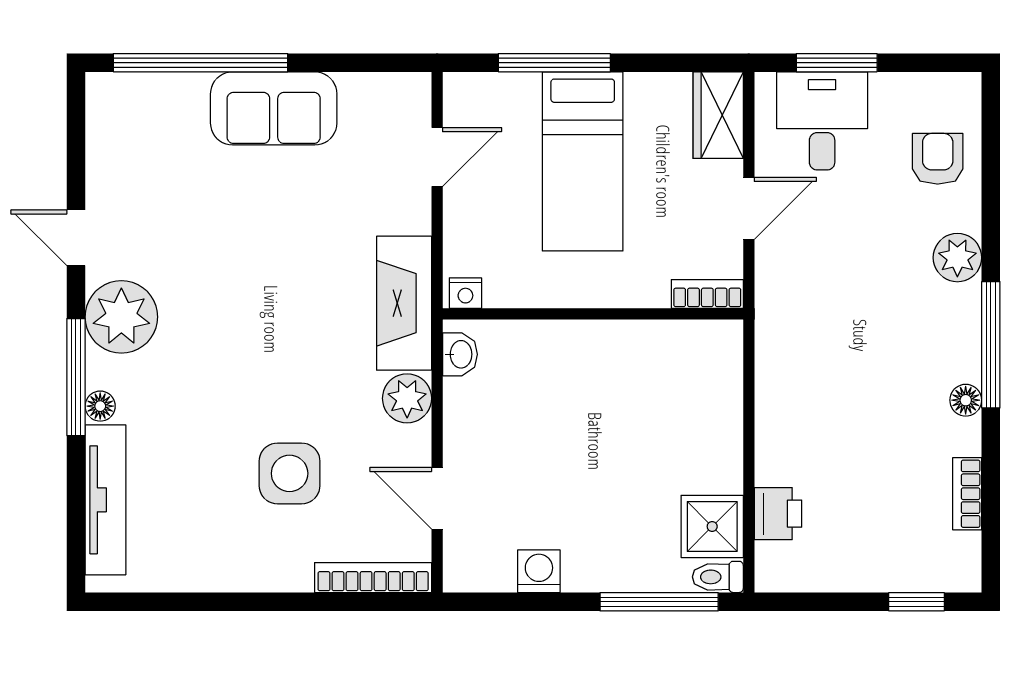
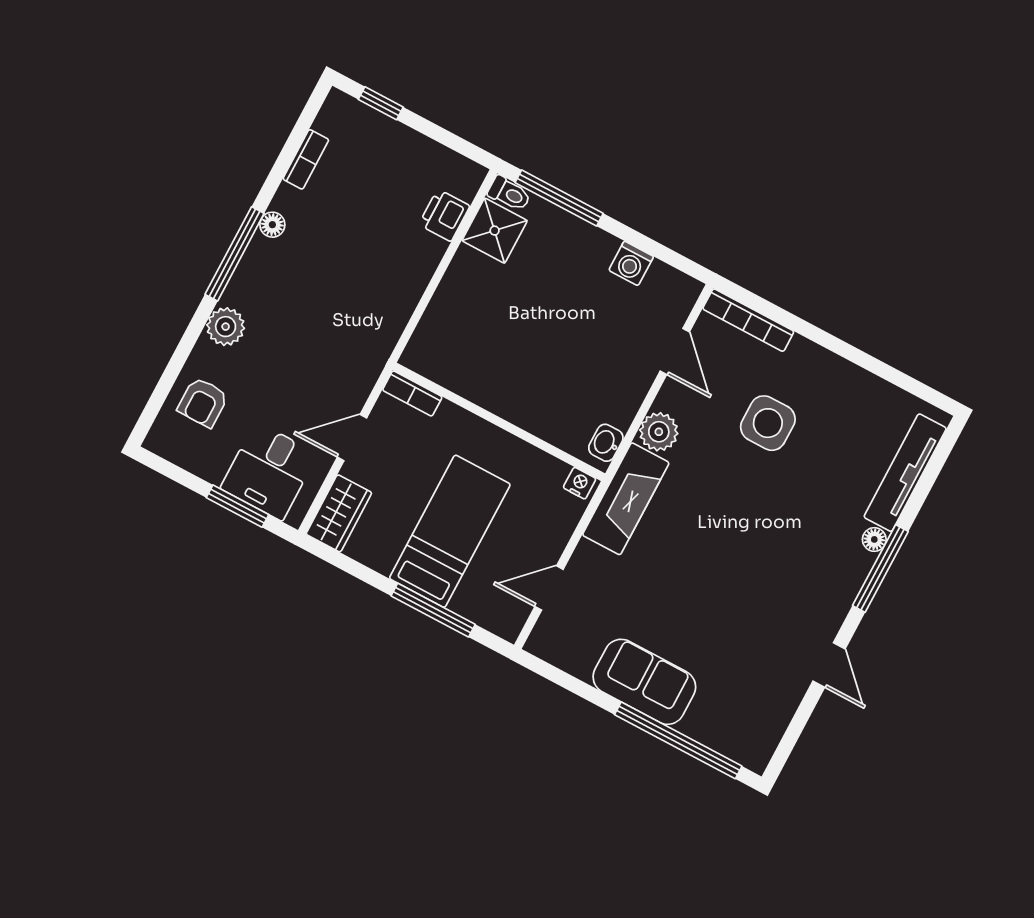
plant: (121, 317) -> (827, 593), removed

